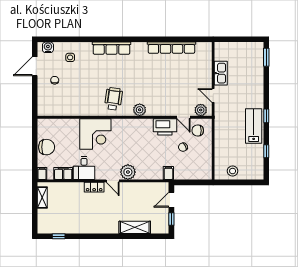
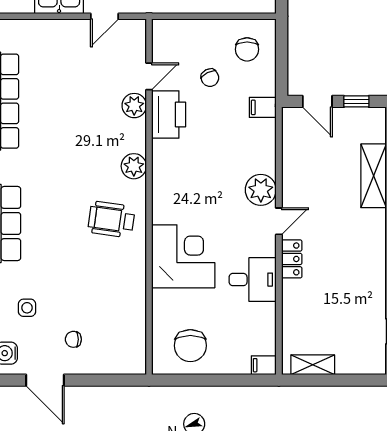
plant: (201, 110) -> (134, 106), moved
chair: (198, 131) -> (247, 49), moved
chair: (47, 147) -> (190, 346), moved, turned 180
filing cabinet: (63, 173) -> (264, 322), removed

